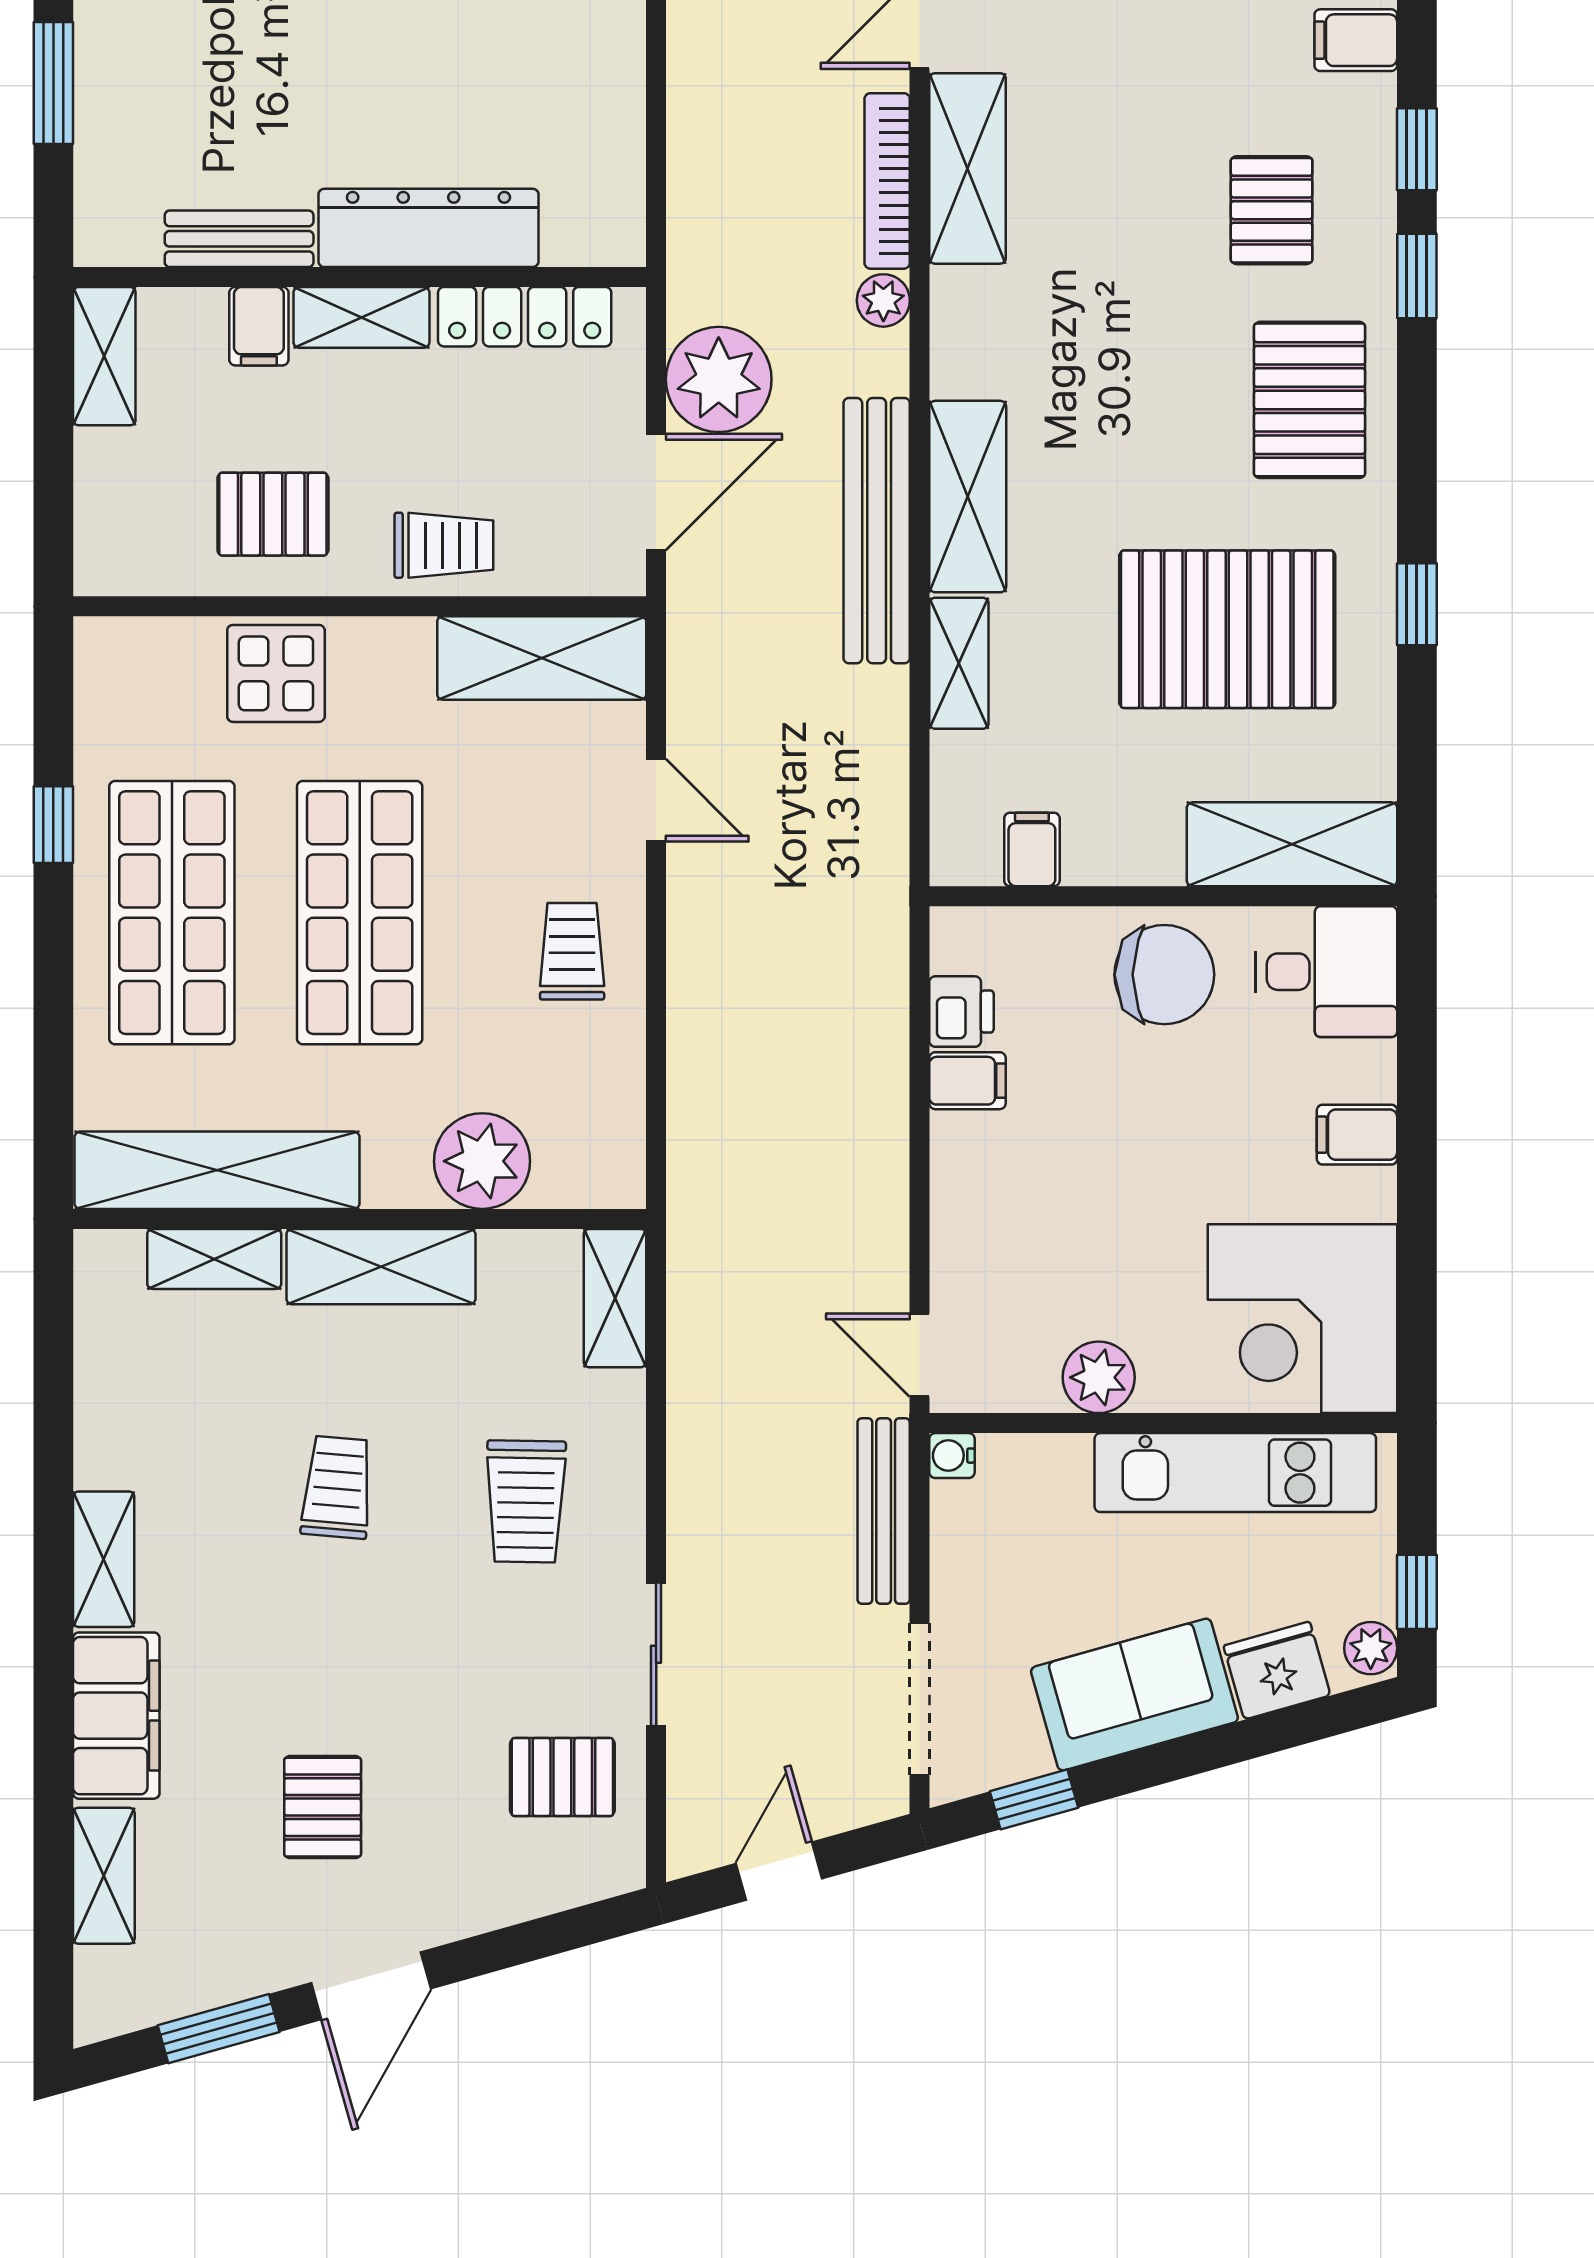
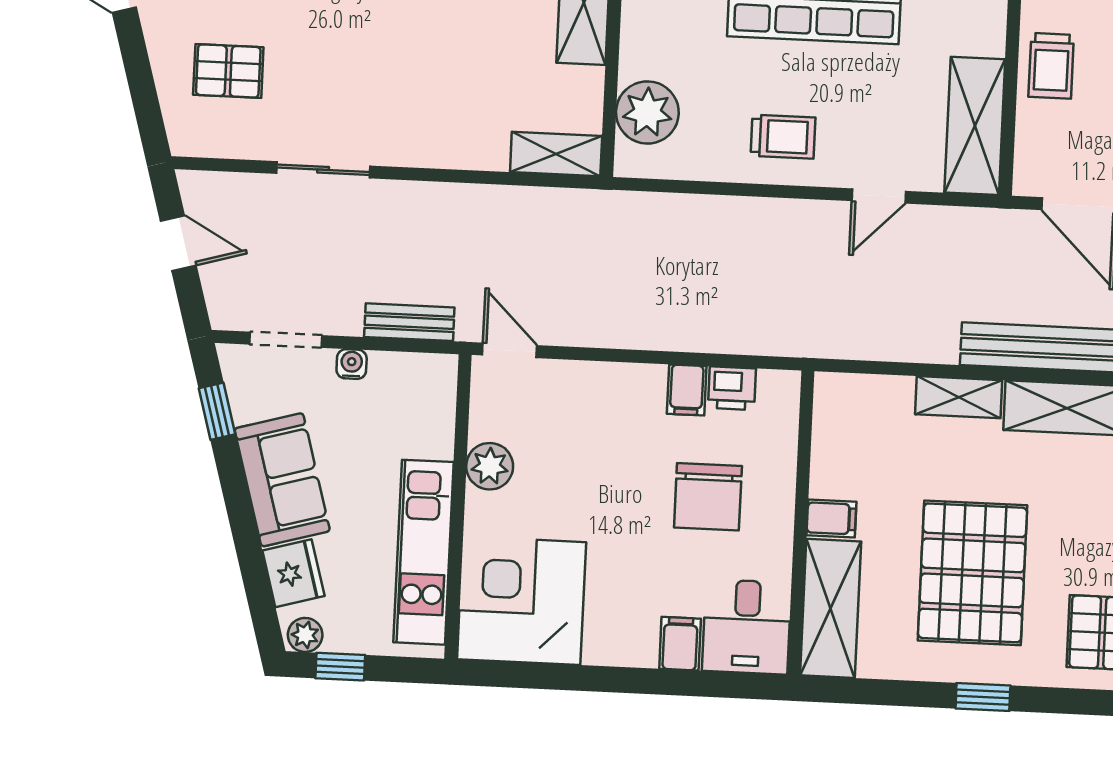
filing cabinet: (1032, 849) -> (831, 518), moved
chair: (1164, 975) -> (708, 497), moved
filing cabinet: (1357, 1135) -> (680, 644), moved
plant: (482, 1161) -> (647, 112), moved
door: (920, 1355) -> (510, 350), hinge flipped
water cooler: (952, 1456) -> (352, 364), moved
trolley: (526, 1502) -> (426, 90), removed
bench: (884, 1511) -> (409, 322), width x0.73
doorway: (920, 1699) -> (286, 340), width x0.73
pallet: (562, 1777) -> (228, 71), moved, turned 90

